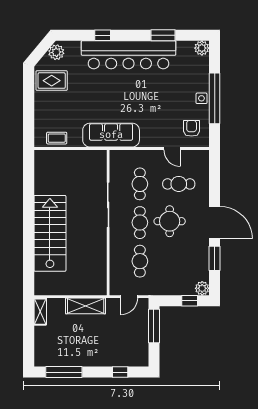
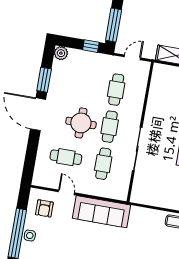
sofa: (111, 135) -> (102, 212), moved
window: (190, 301) -> (91, 46), moved

